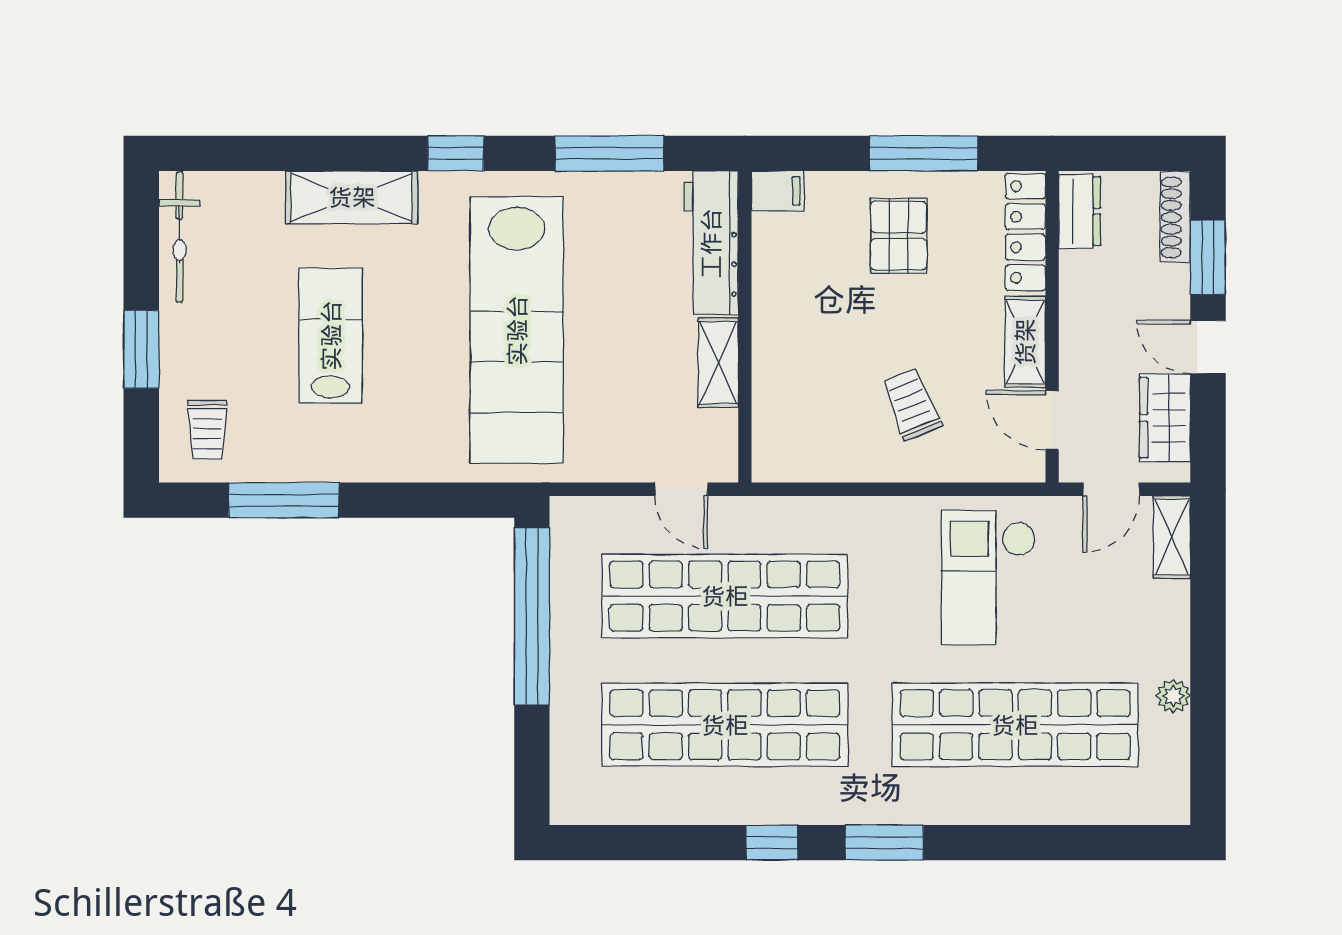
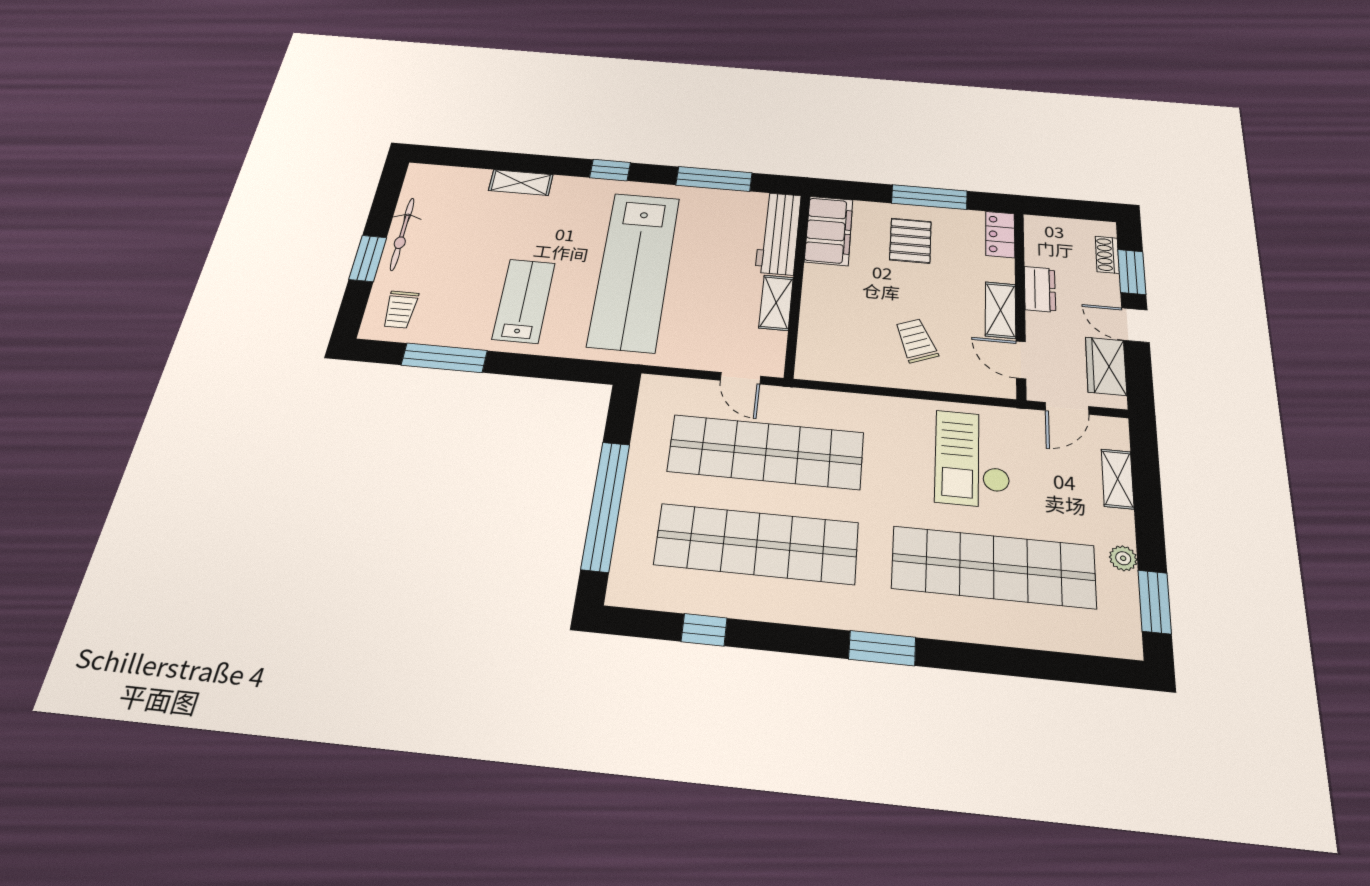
filing cabinet: (778, 191) -> (829, 231), width x3.00, depth x1.17
shelving: (352, 197) -> (521, 183), width x0.67, depth x0.75
dresser: (1080, 211) -> (1040, 289), moved
shoe rack: (1175, 217) -> (1107, 255), width x0.70
locker: (1025, 232) -> (1000, 234), width x0.66
bicycle: (179, 237) -> (402, 234), moved
lab bench: (331, 335) -> (524, 301), moved
shelving: (1172, 537) -> (1118, 479), moved
window: (532, 616) -> (606, 506), moved
window: (1208, 749) -> (1155, 602), added
window: (772, 843) -> (704, 630), moved

